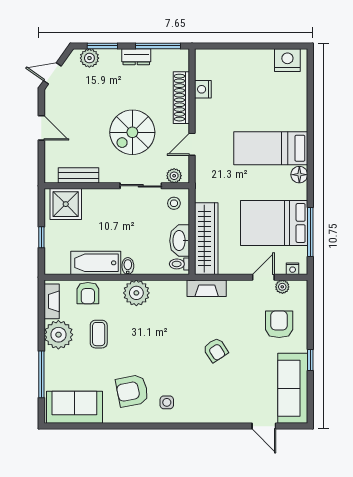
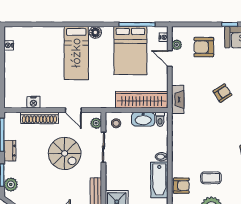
nightstand: (287, 60) -> (9, 45), width x0.53, depth x0.56
plant: (136, 293) -> (181, 151), removed

